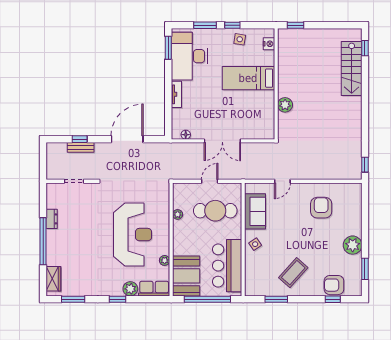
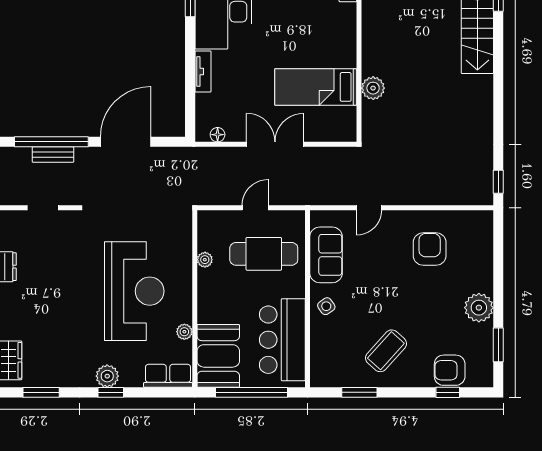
bed: (248, 78) -> (316, 87), moved
window: (80, 139) -> (51, 142), width x3.17
double door: (222, 141) -> (275, 144), swing flipped
plant: (130, 289) -> (107, 376), moved

